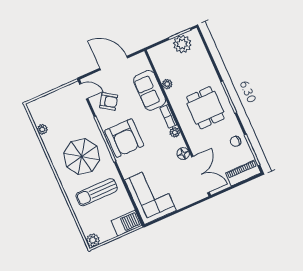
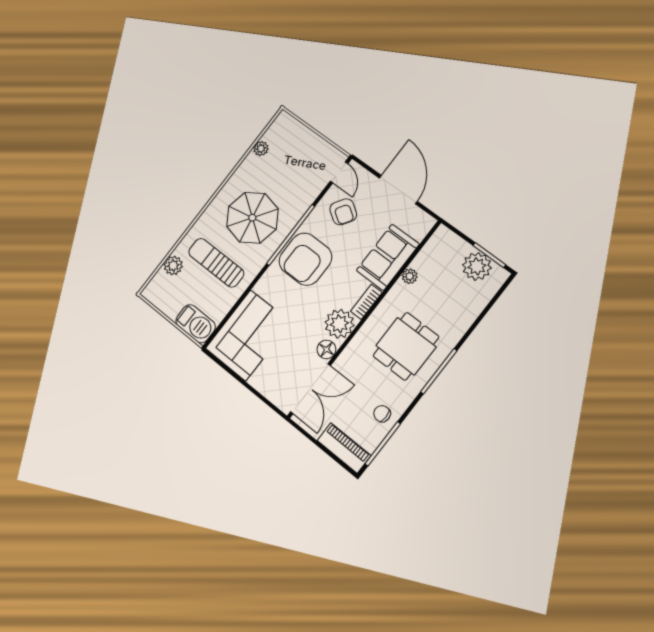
plant: (175, 132) -> (339, 324), width x1.88, depth x1.88
plant: (93, 240) -> (173, 266), moved

